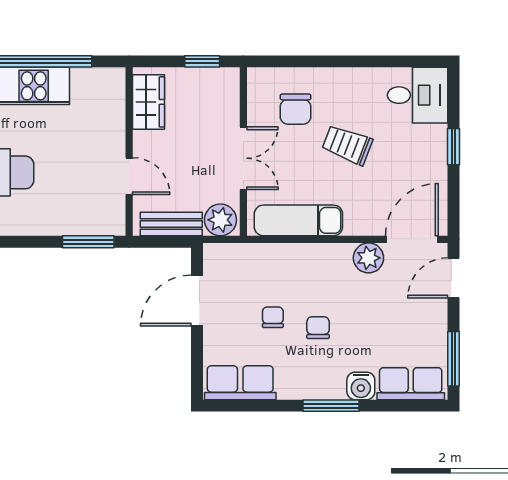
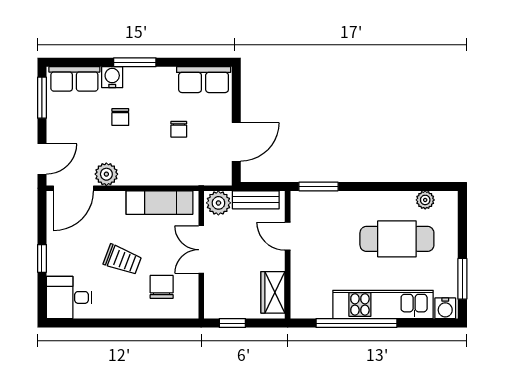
chair: (318, 328) -> (120, 117), moved

